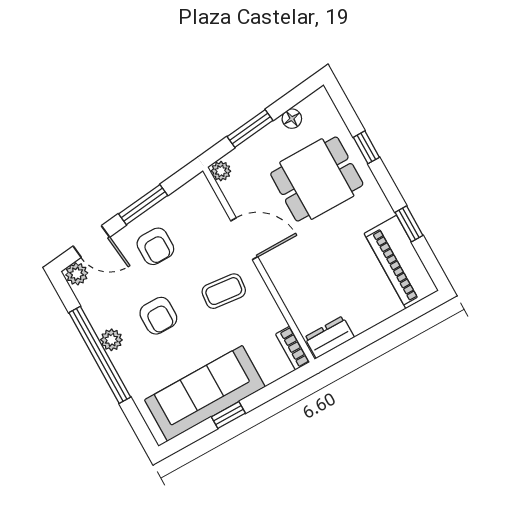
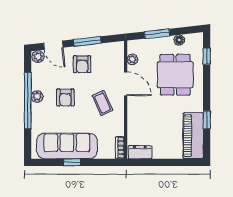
window: (366, 147) -> (207, 56), moved
plant: (221, 171) -> (132, 59), moved
dining table: (317, 179) -> (175, 75), turned 90
coffee table: (224, 291) -> (102, 103), turned 60

